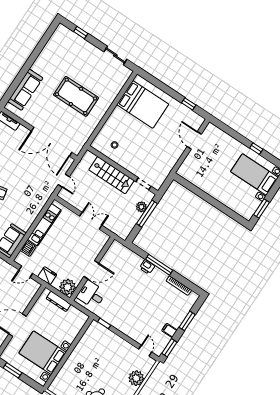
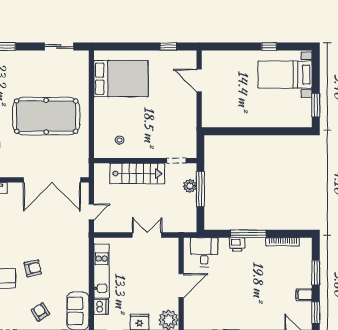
pool table: (76, 96) -> (46, 116), width x1.36, depth x1.32
door: (64, 181) -> (91, 212), hinge flipped
desk: (91, 295) -> (204, 252), moved, turned 90

